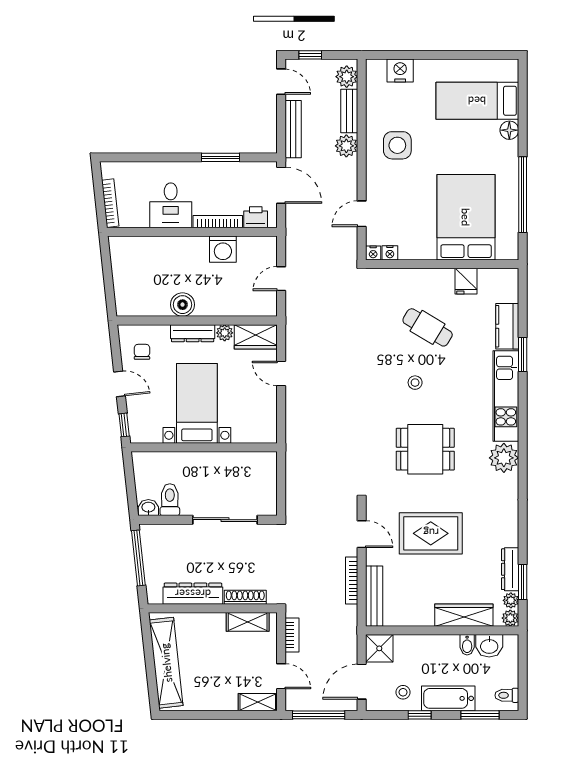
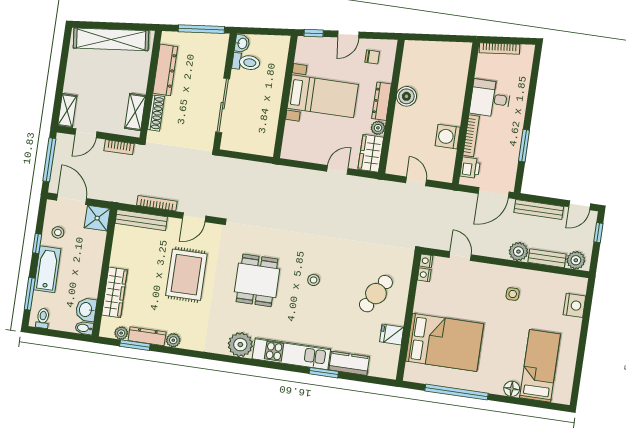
side table: (397, 145) -> (513, 294), width x0.54, depth x0.54
cafe table: (428, 327) -> (376, 294), moved
plant: (510, 618) -> (173, 340), moved
bidet: (467, 645) -> (84, 328), moved

